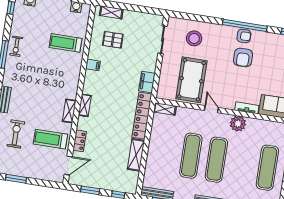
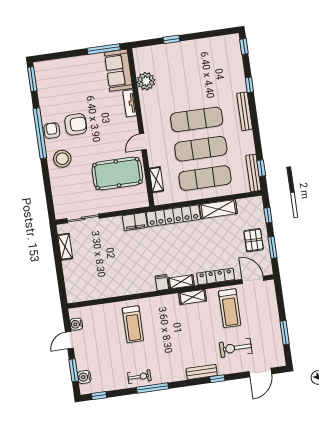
shelving: (111, 12) -> (65, 247), moved
stool: (194, 38) -> (62, 159), moved
pallet: (113, 40) -> (254, 240), moved
treadmill: (66, 43) -> (133, 324), moved
filing cabinet: (93, 65) -> (162, 282), moved
shelving: (165, 109) -> (156, 180), moved
plant: (238, 124) -> (146, 81), moved
locker: (80, 141) -> (216, 276), width x1.53
exercise mat: (267, 168) -> (205, 178), moved

